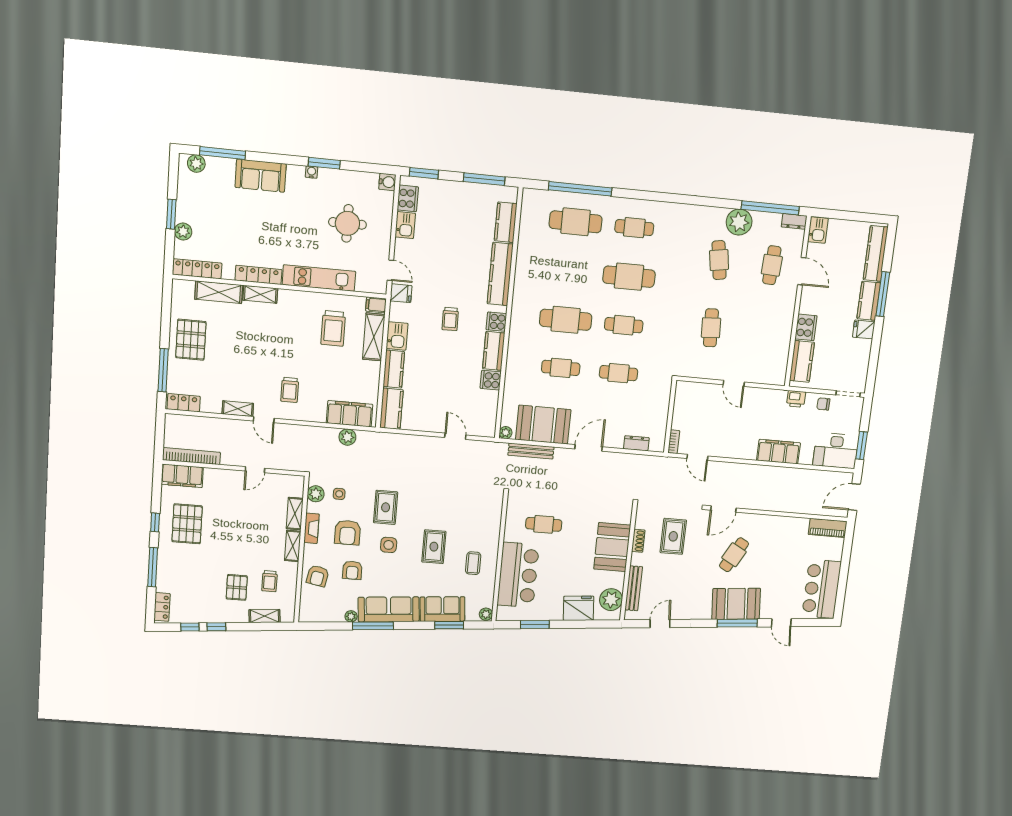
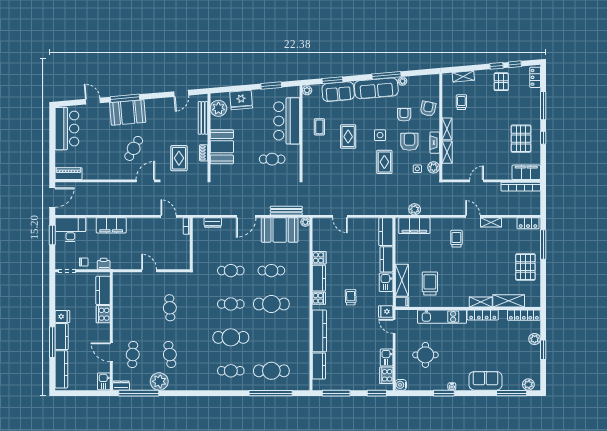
pallet: (237, 587) -> (501, 82), moved

